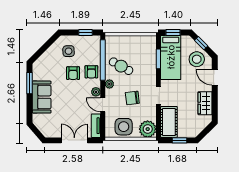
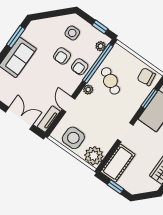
plant: (96, 92) -> (101, 46), moved
chair: (132, 98) -> (146, 77), moved

